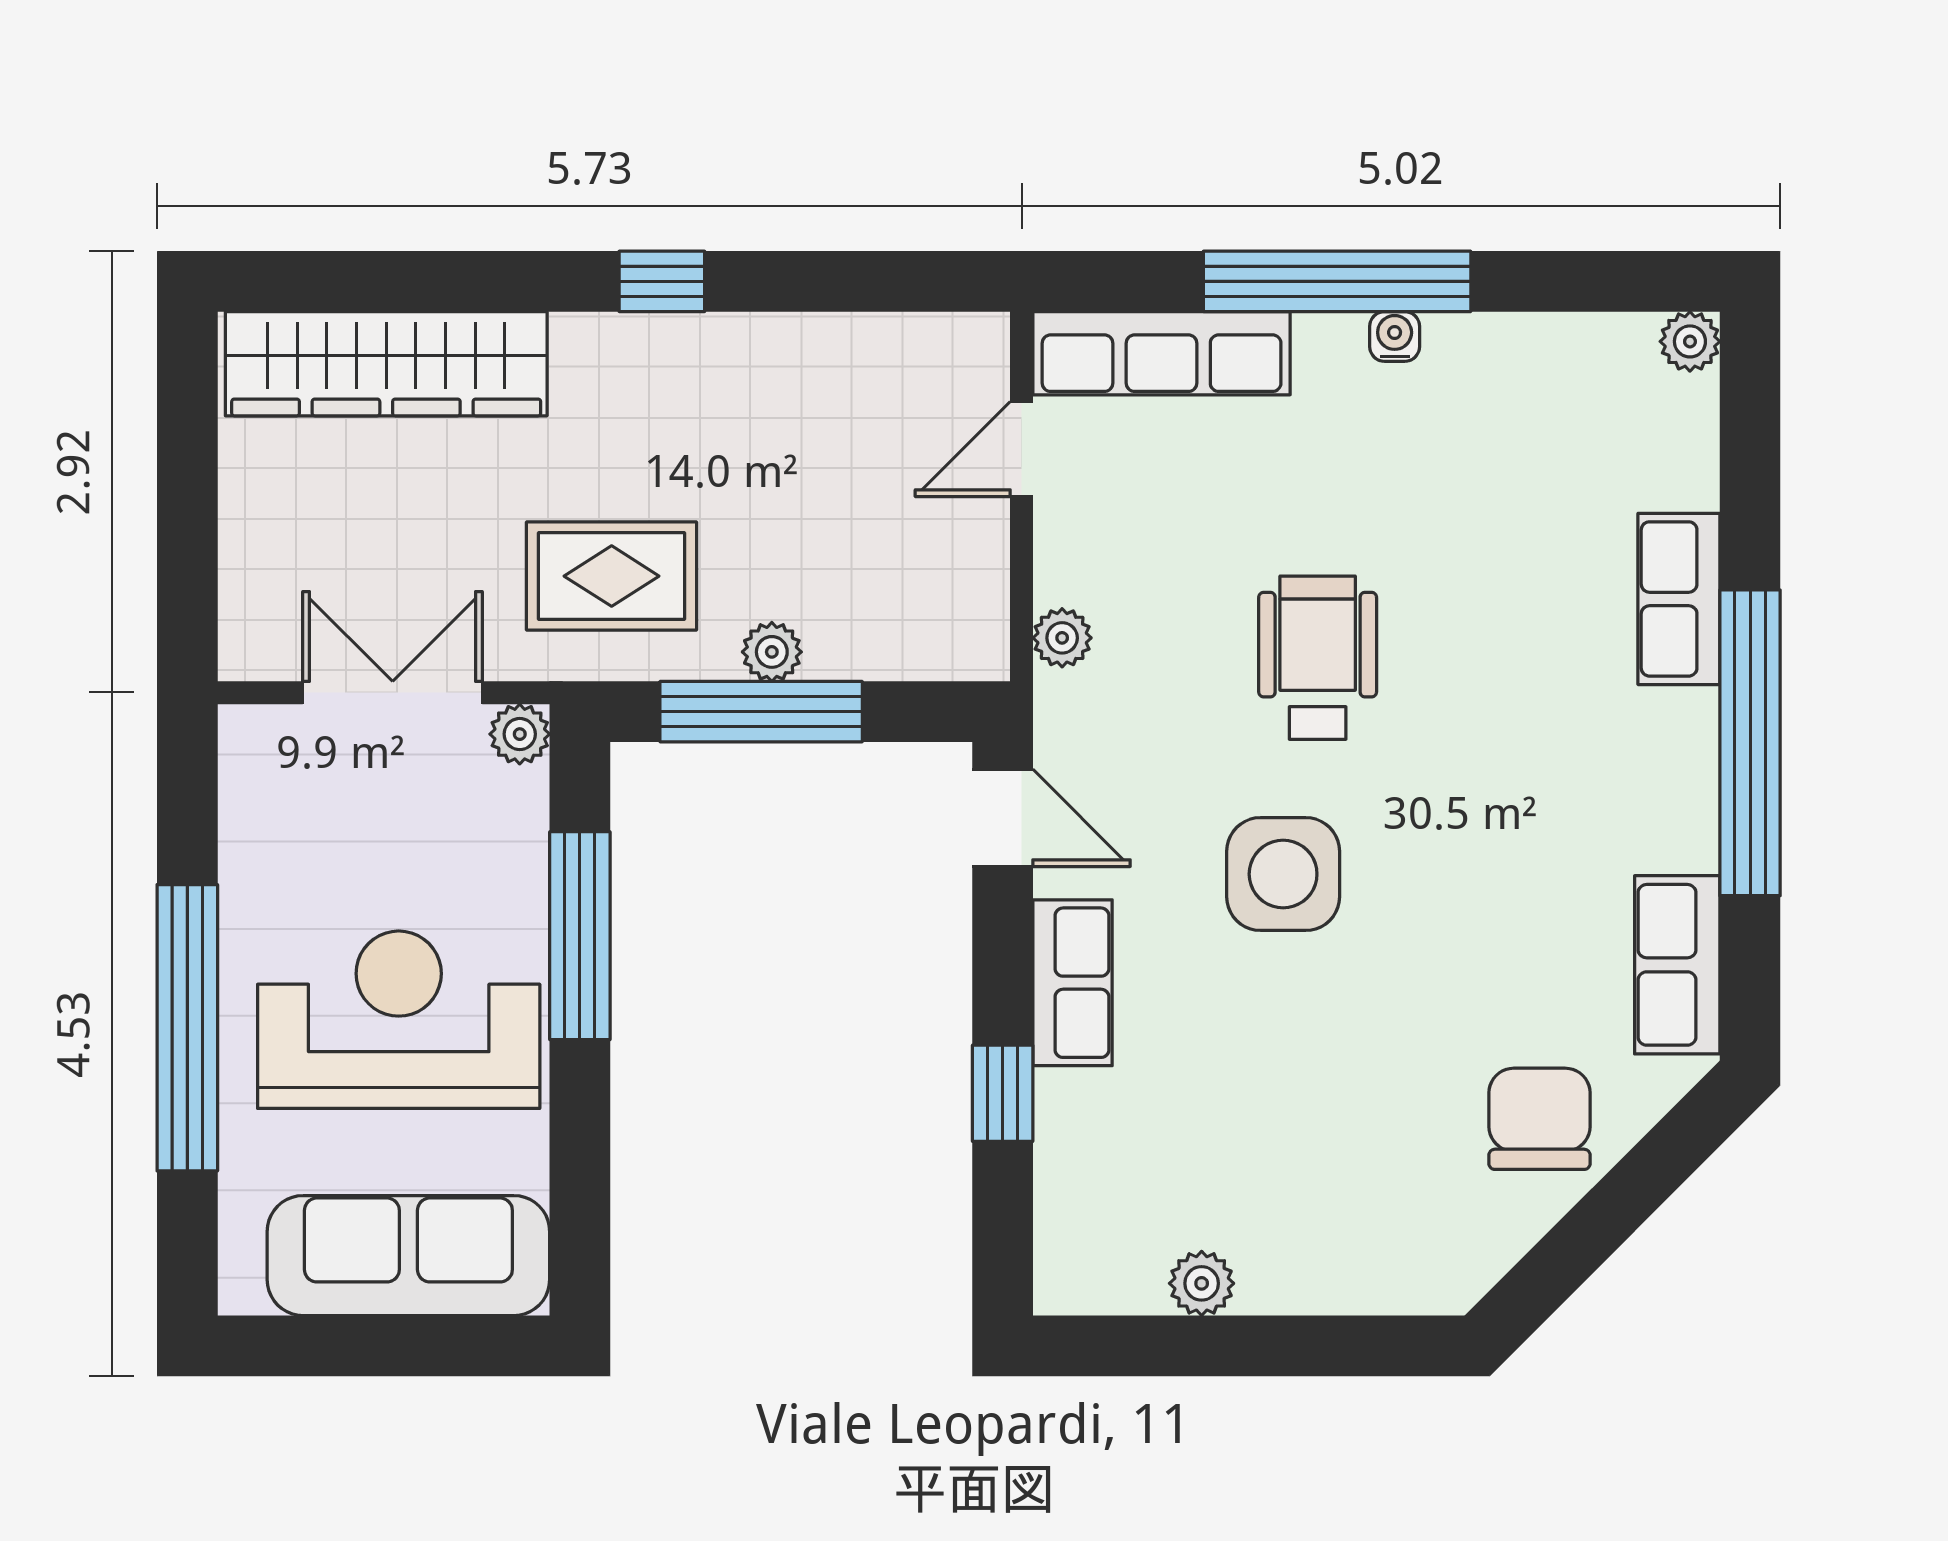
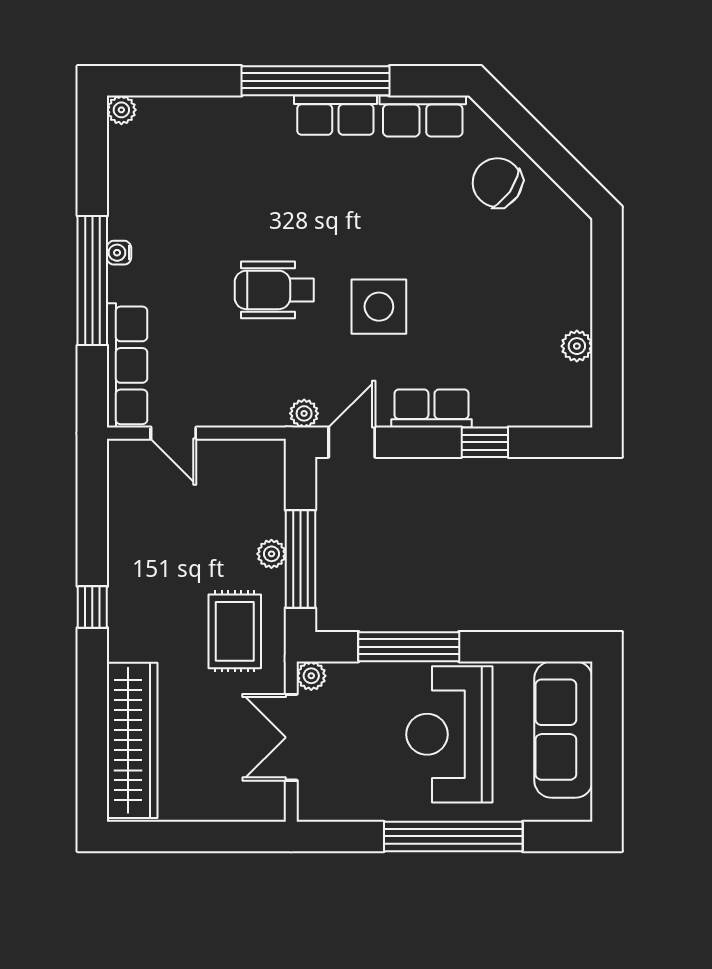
row of seats: (1679, 599) -> (335, 115), moved
plant: (1062, 638) -> (304, 413), moved
chair: (1539, 1119) -> (497, 183), turned 35

